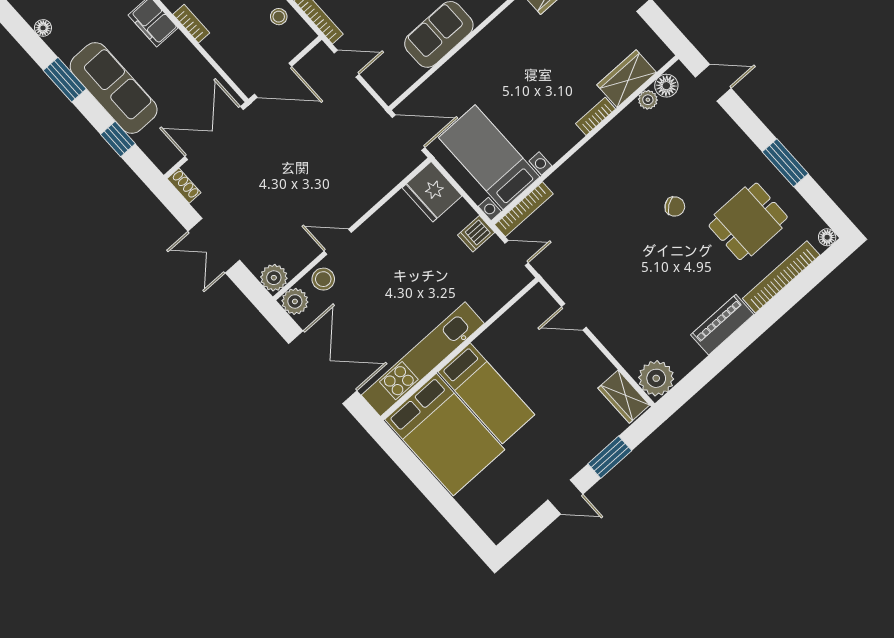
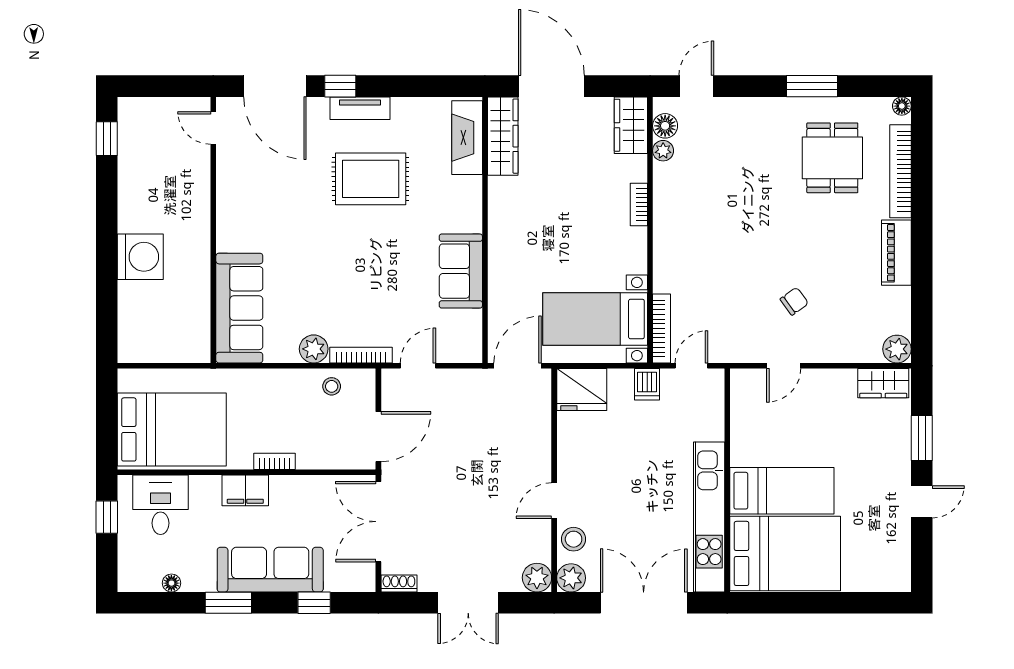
wardrobe: (627, 79) -> (631, 125), moved
chair: (675, 206) -> (794, 301), moved
plant: (656, 378) -> (897, 349), width x0.73, depth x0.73

